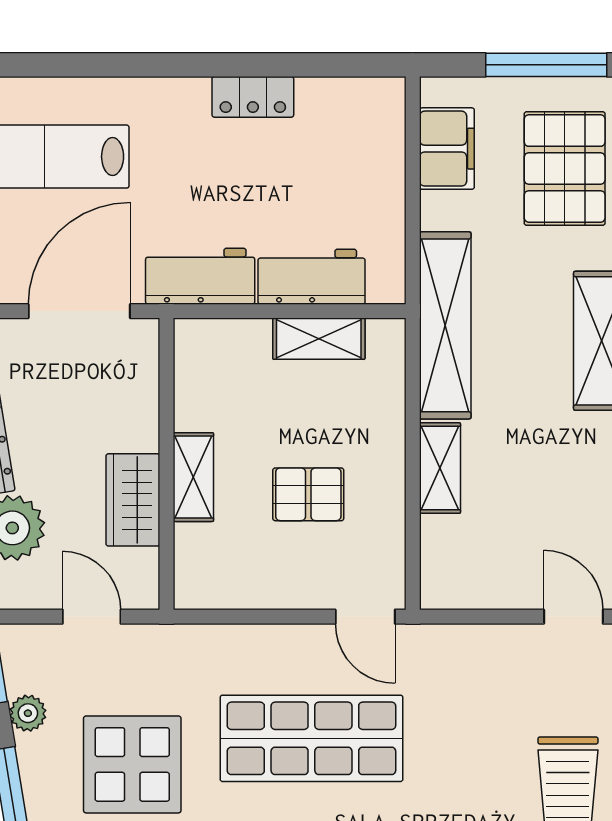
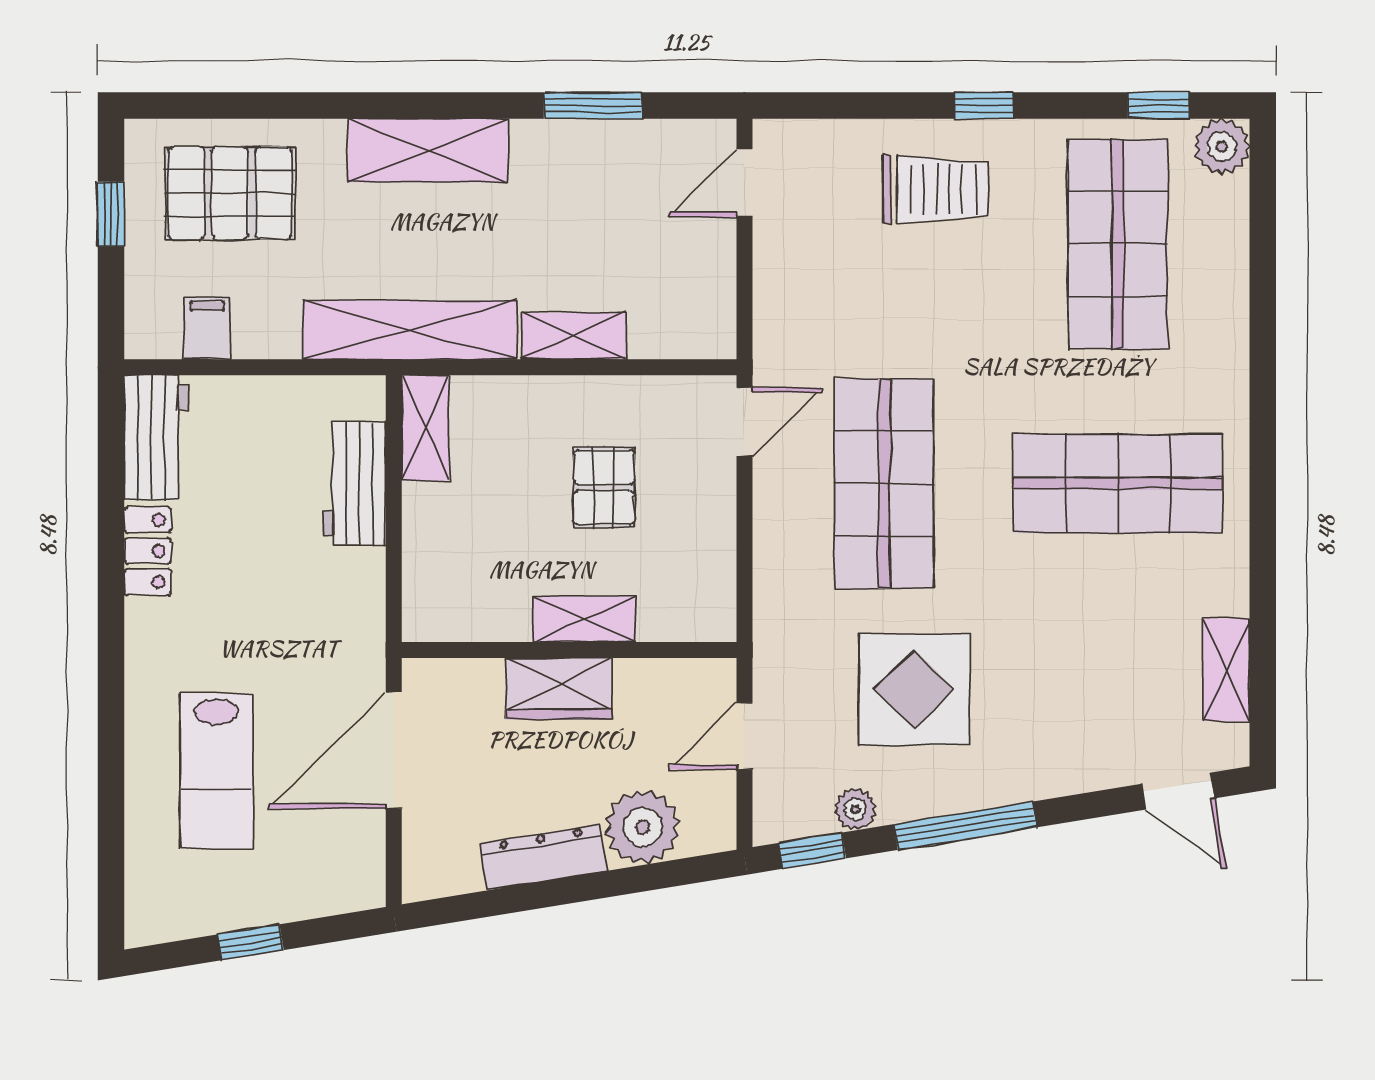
window: (546, 65) -> (111, 214), width x0.46
filing cabinet: (447, 149) -> (207, 328), width x0.50
workbench: (200, 276) -> (156, 438), moved, turned 180
door: (79, 311) -> (394, 750), hinge flipped
shelving: (319, 339) -> (425, 428), moved
wardrobe: (133, 500) -> (559, 689), moved

